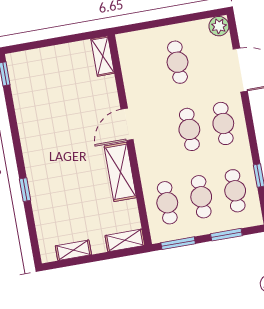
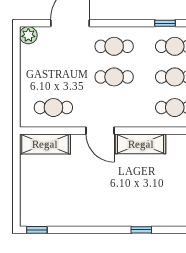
shelving: (103, 56) -> (45, 144), width x1.50, depth x1.33
cafe table: (177, 62) -> (53, 108), moved

